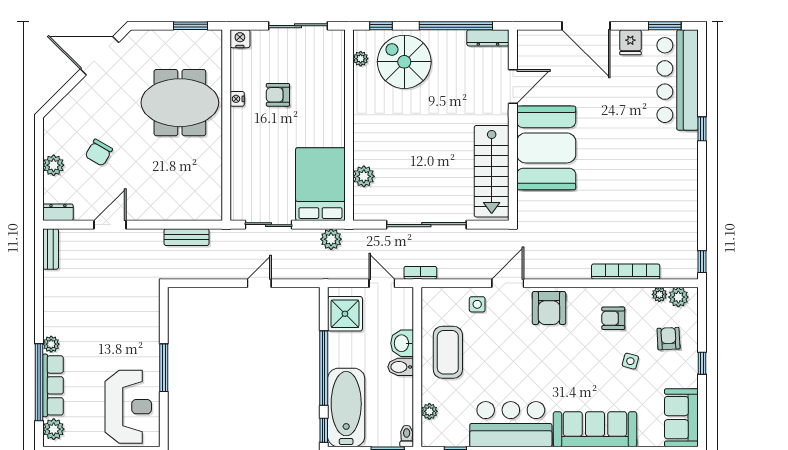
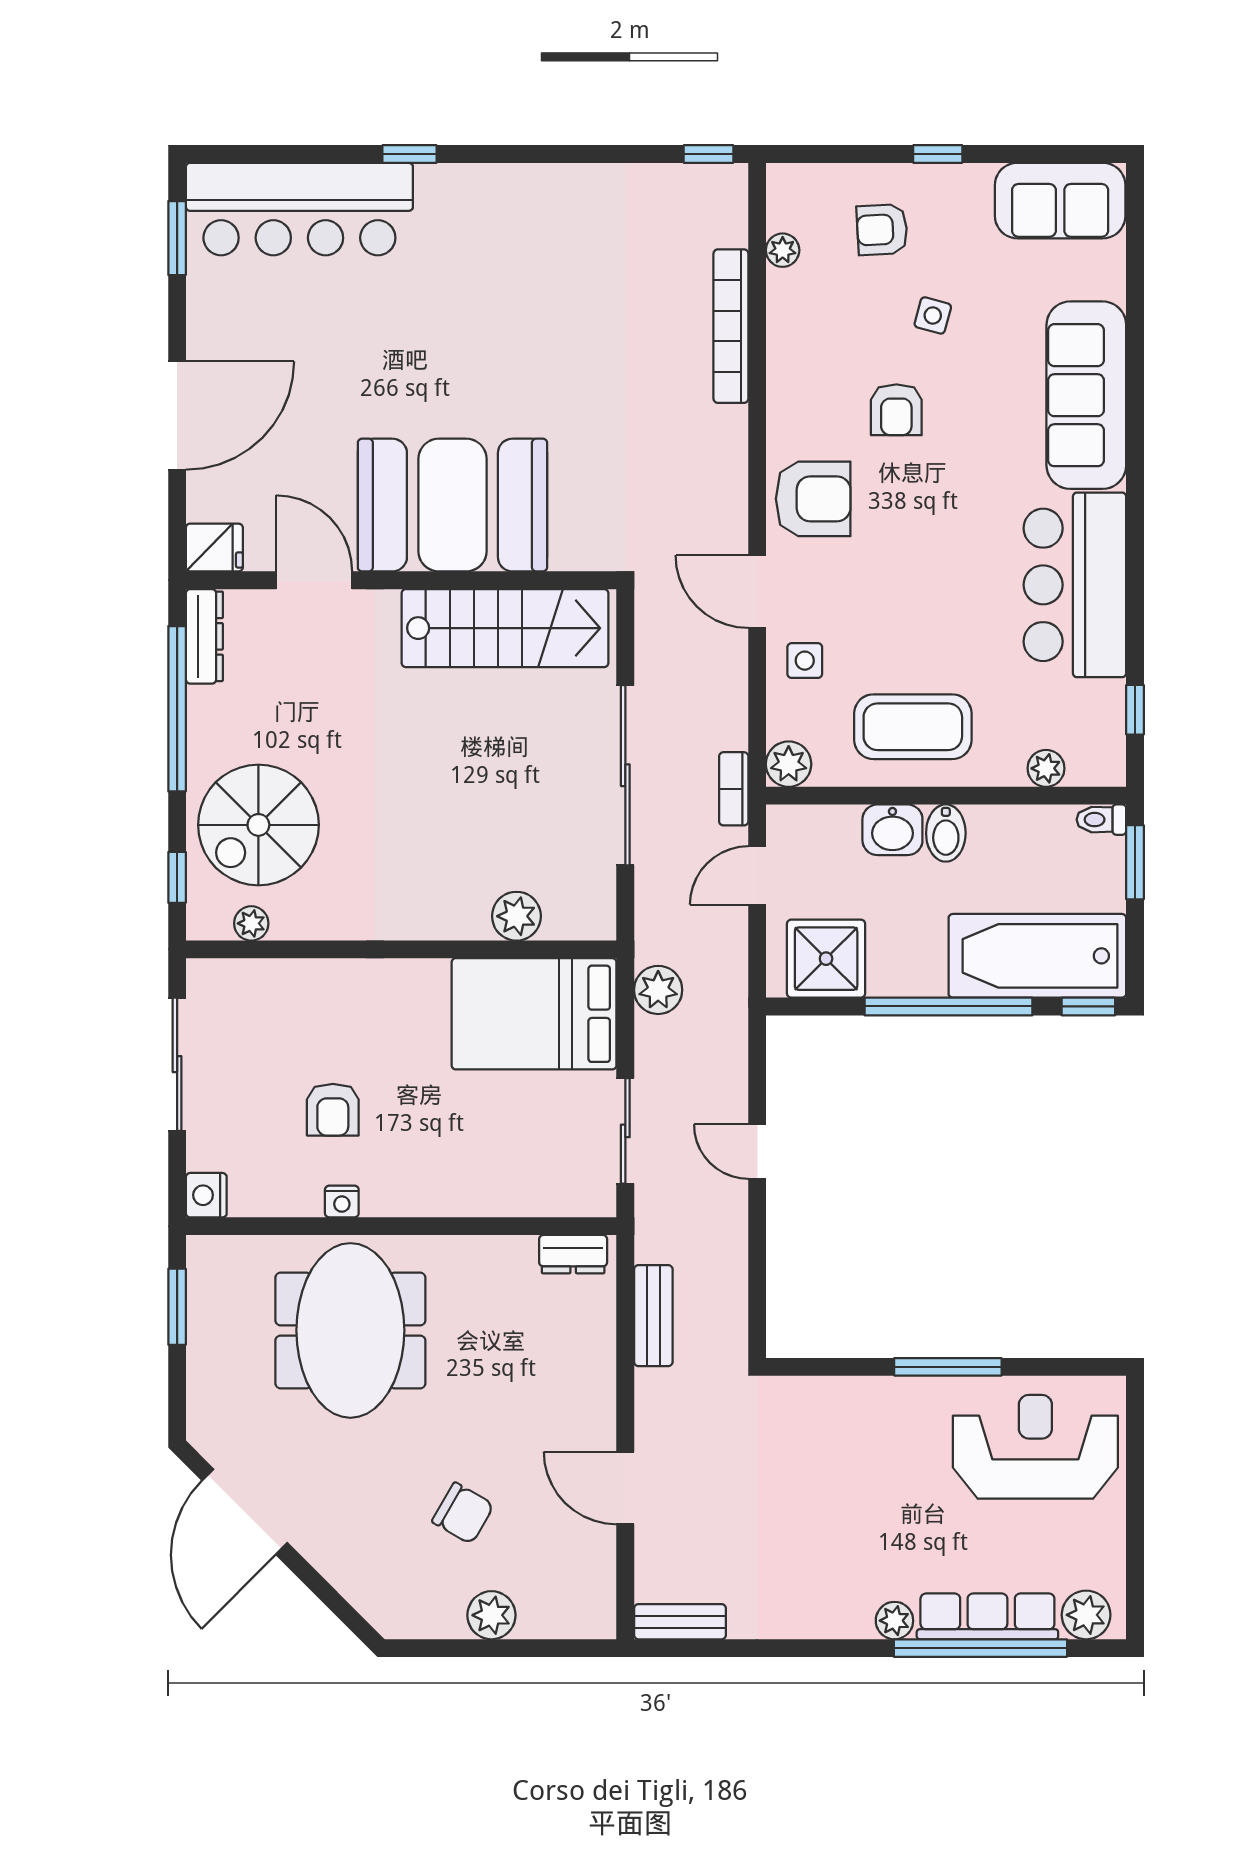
fridge: (630, 42) -> (214, 548), moved
dresser: (58, 212) -> (573, 1254), moved, turned -90
plant: (678, 297) -> (789, 764), moved
armchair: (613, 318) -> (896, 410), moved

